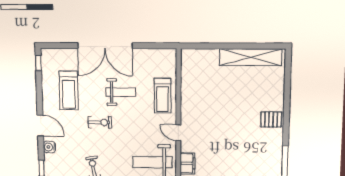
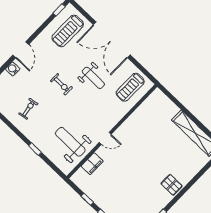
treadmill: (69, 90) -> (68, 31), moved
treadmill: (163, 96) -> (130, 87), moved
door: (178, 133) -> (105, 138), swing flipped

